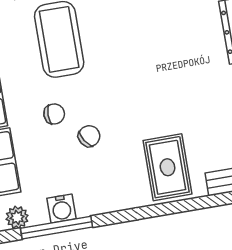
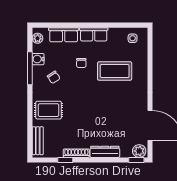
chair: (89, 136) -> (54, 77), moved
window: (56, 228) -> (30, 68), moved

